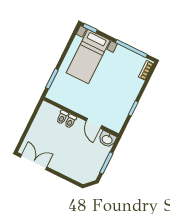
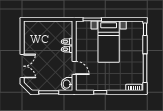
bed with nightstands: (88, 57) -> (109, 42), moved, turned -90
door: (94, 123) -> (74, 68), swing flipped
double door: (34, 162) -> (22, 66), moved

